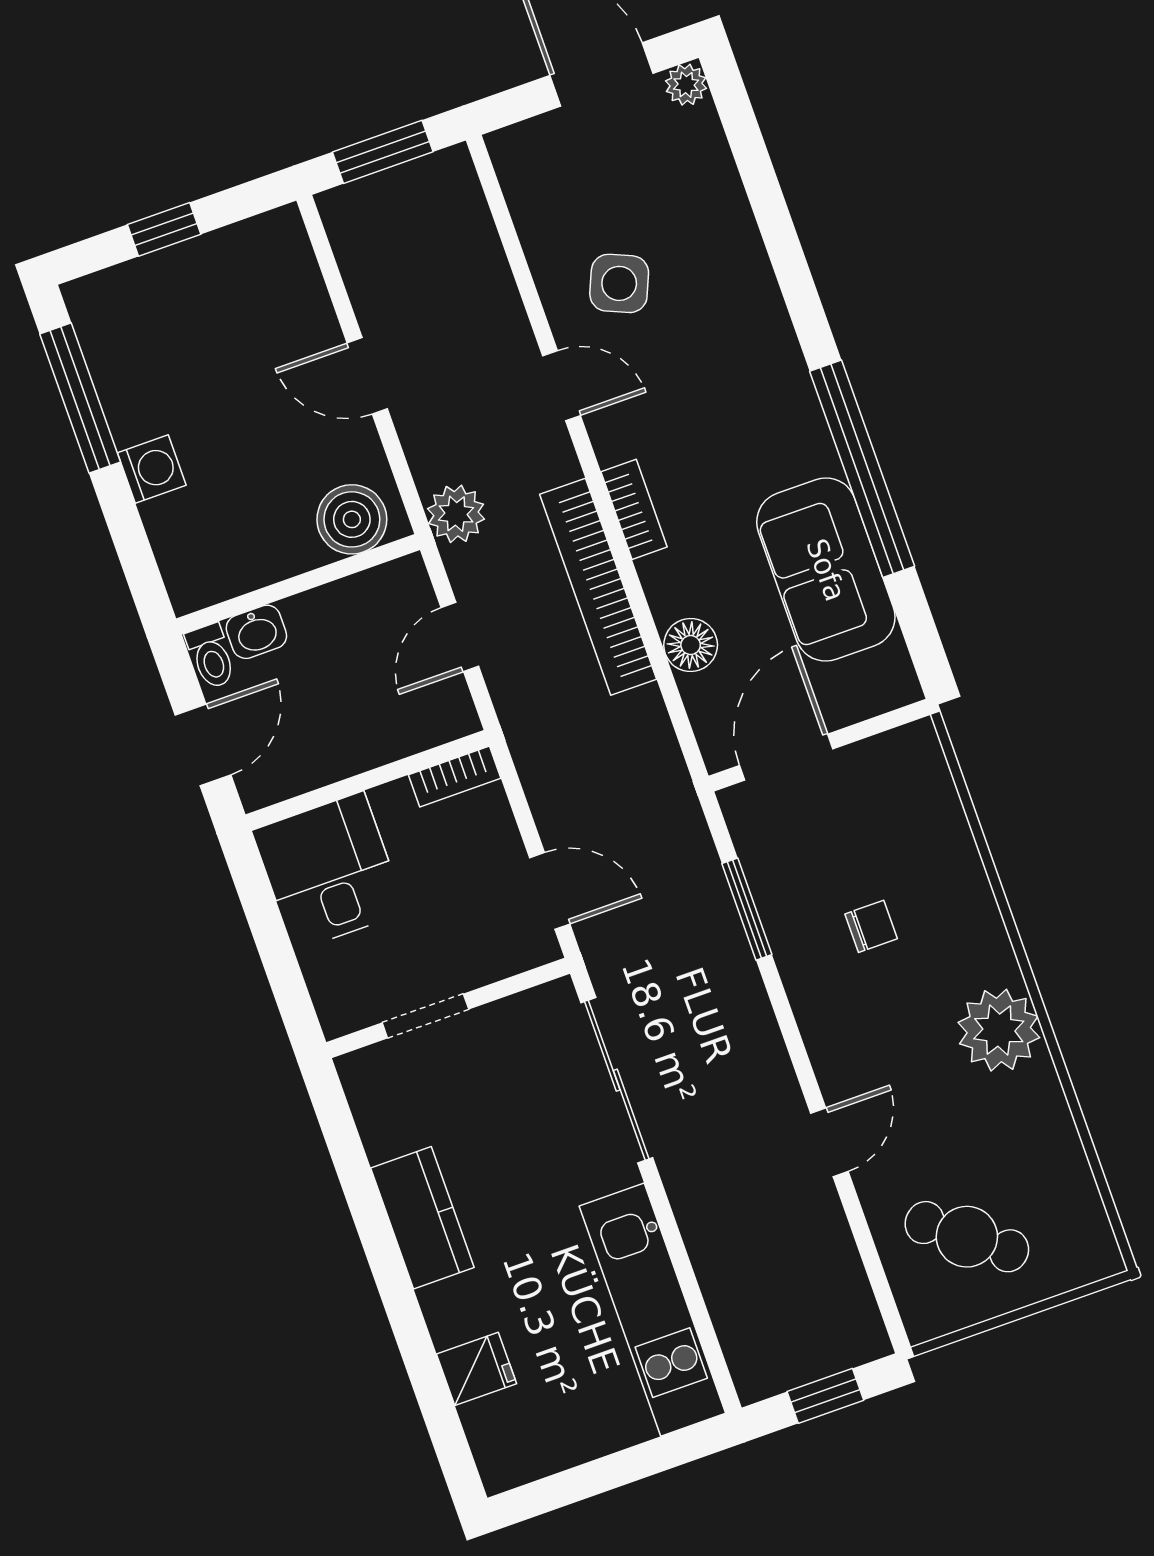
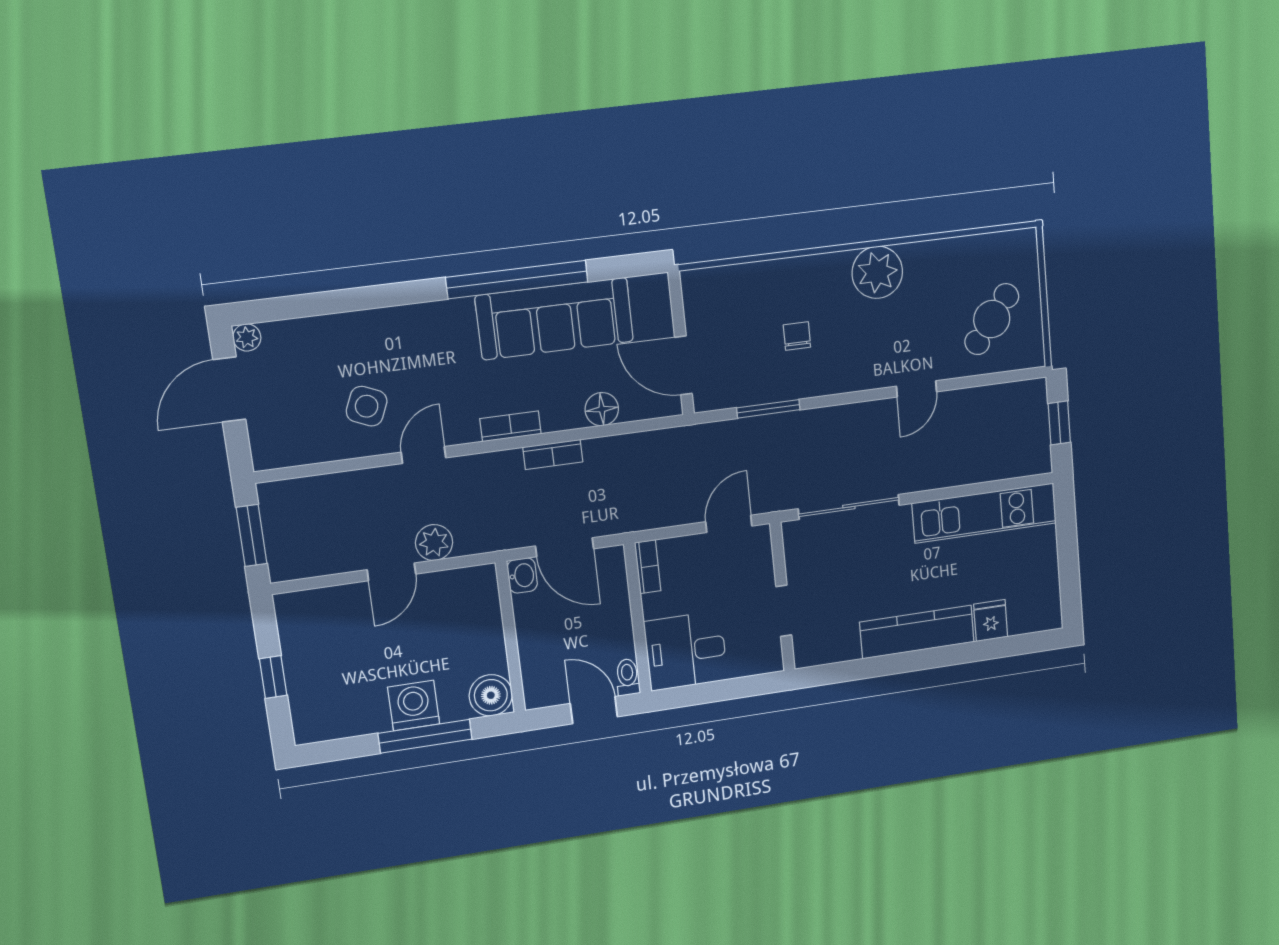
window: (80, 398) -> (425, 736), moved
washing machine: (152, 469) -> (414, 706), width x1.38, depth x1.38
plant: (456, 514) -> (434, 543), moved
boiler: (352, 519) -> (491, 695), moved
sofa: (826, 570) -> (555, 319), width x1.36
bookcase: (598, 587) -> (553, 454), width x0.43, depth x0.76
washbasin: (256, 632) -> (522, 575), moved
door: (460, 637) -> (565, 547), width x1.38
toilet: (211, 656) -> (628, 677), moved, turned -90
door: (829, 1142) -> (916, 389), swing flipped
kitchen counter: (422, 1218) -> (917, 632), width x1.50

